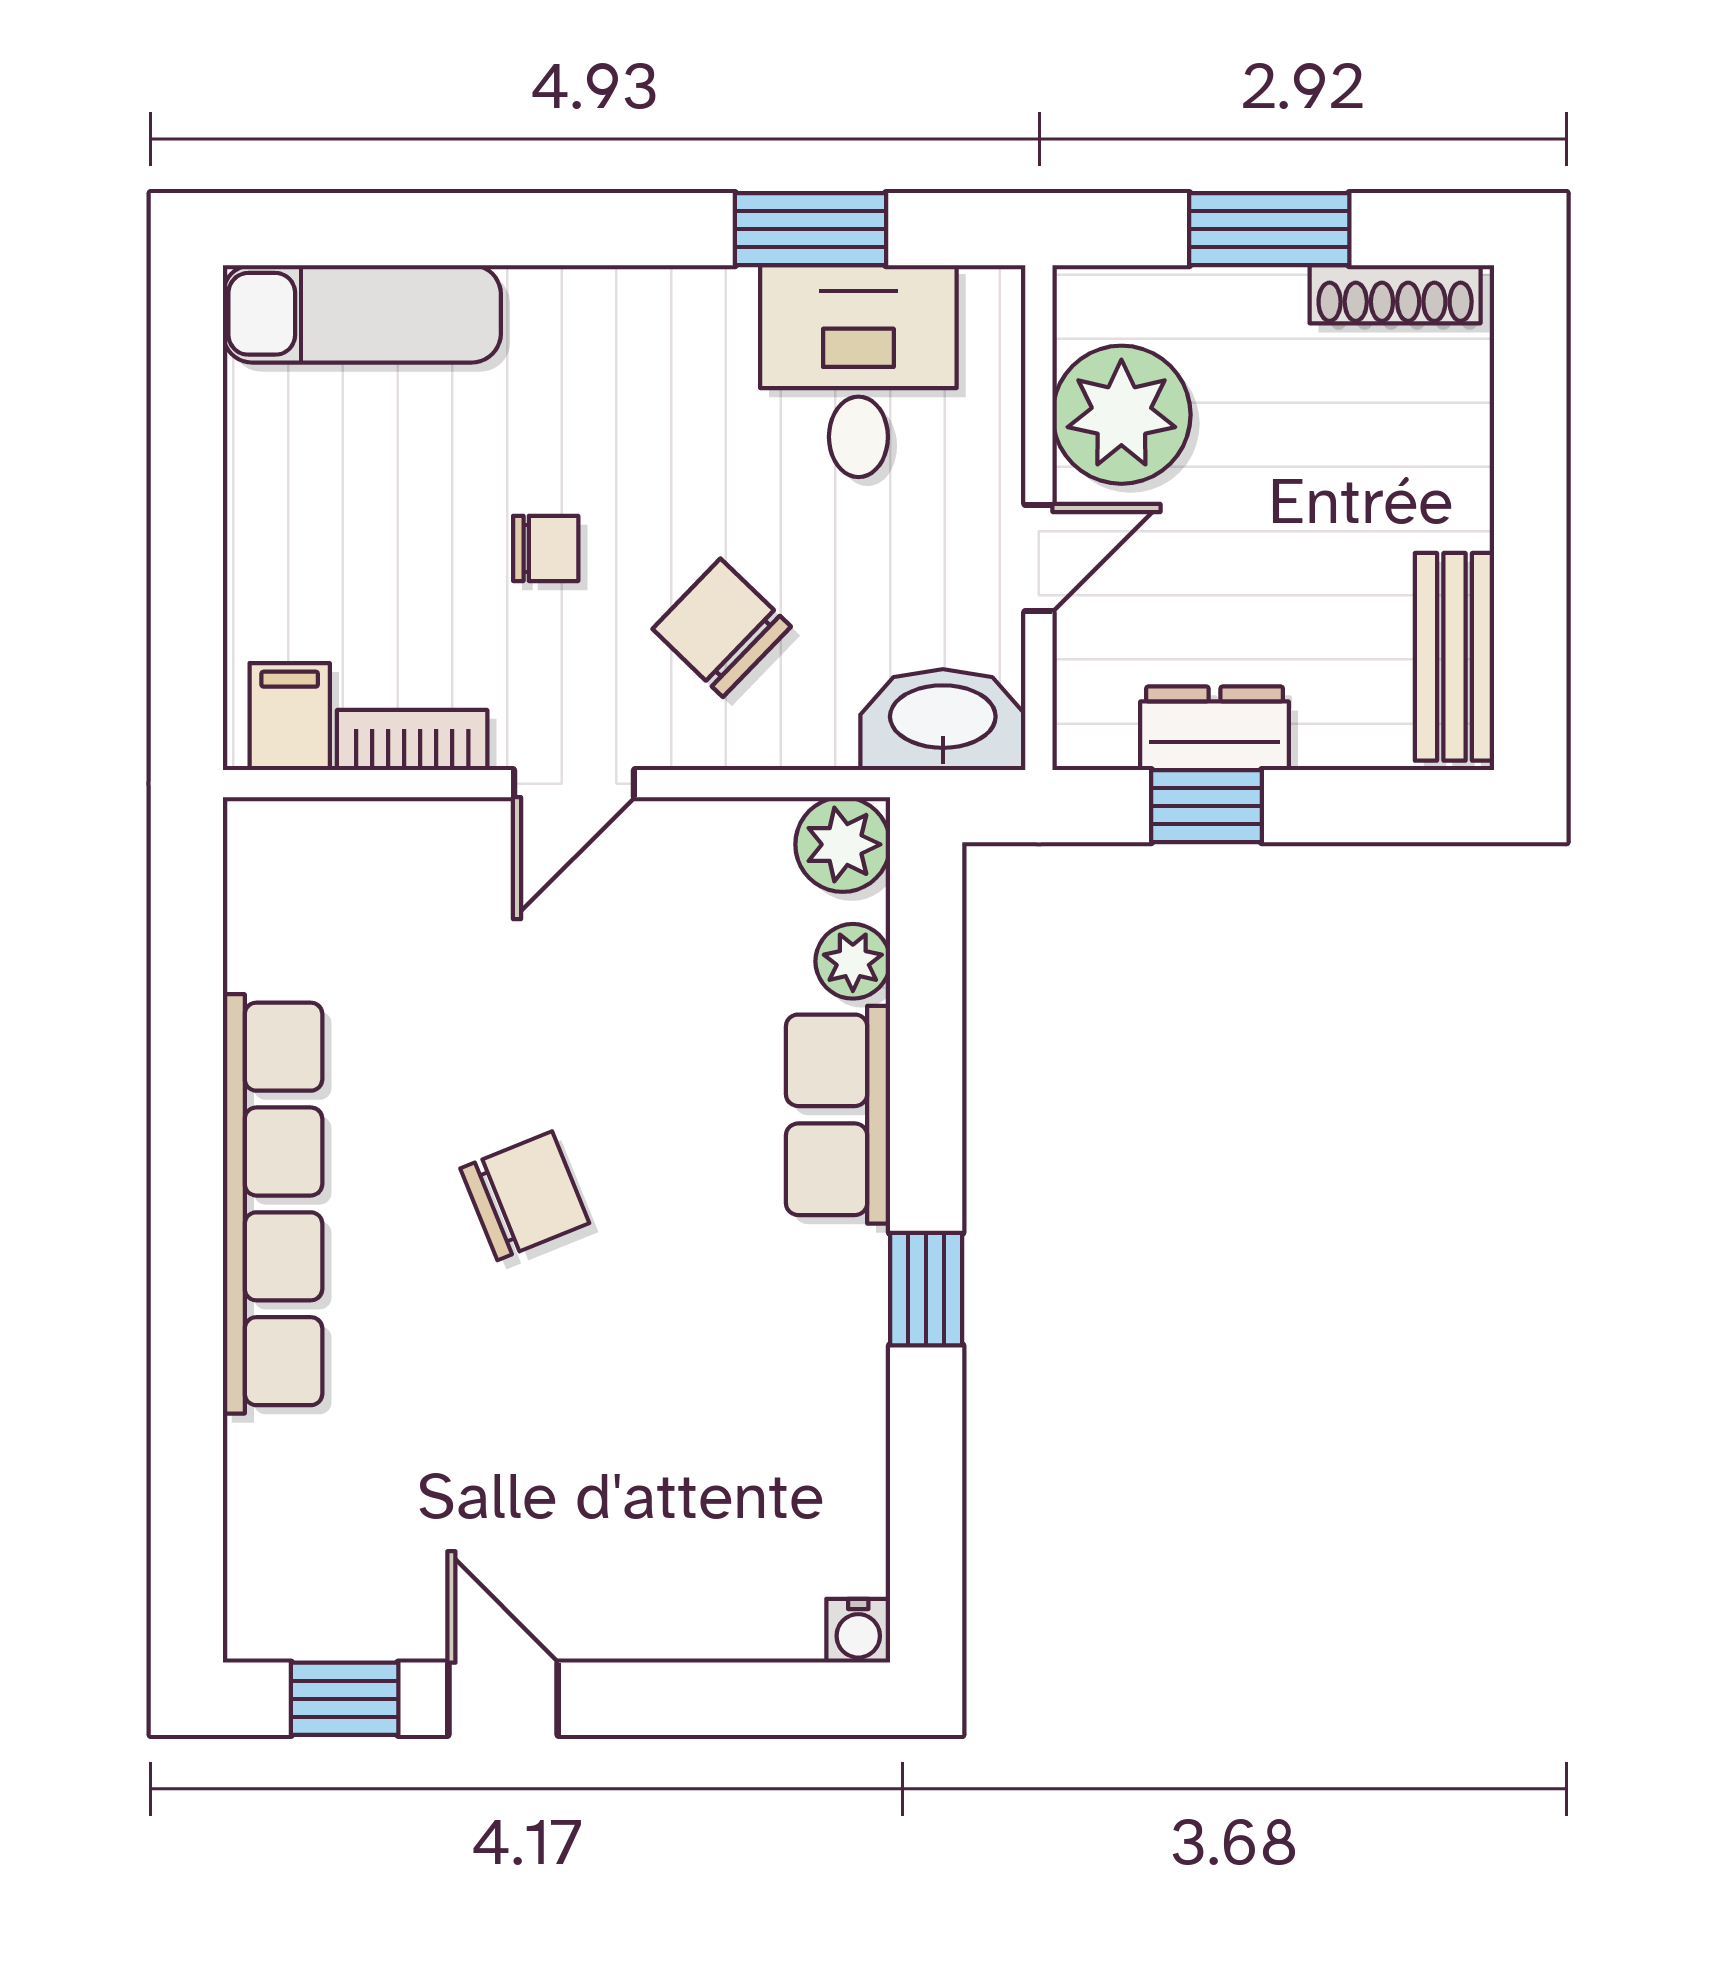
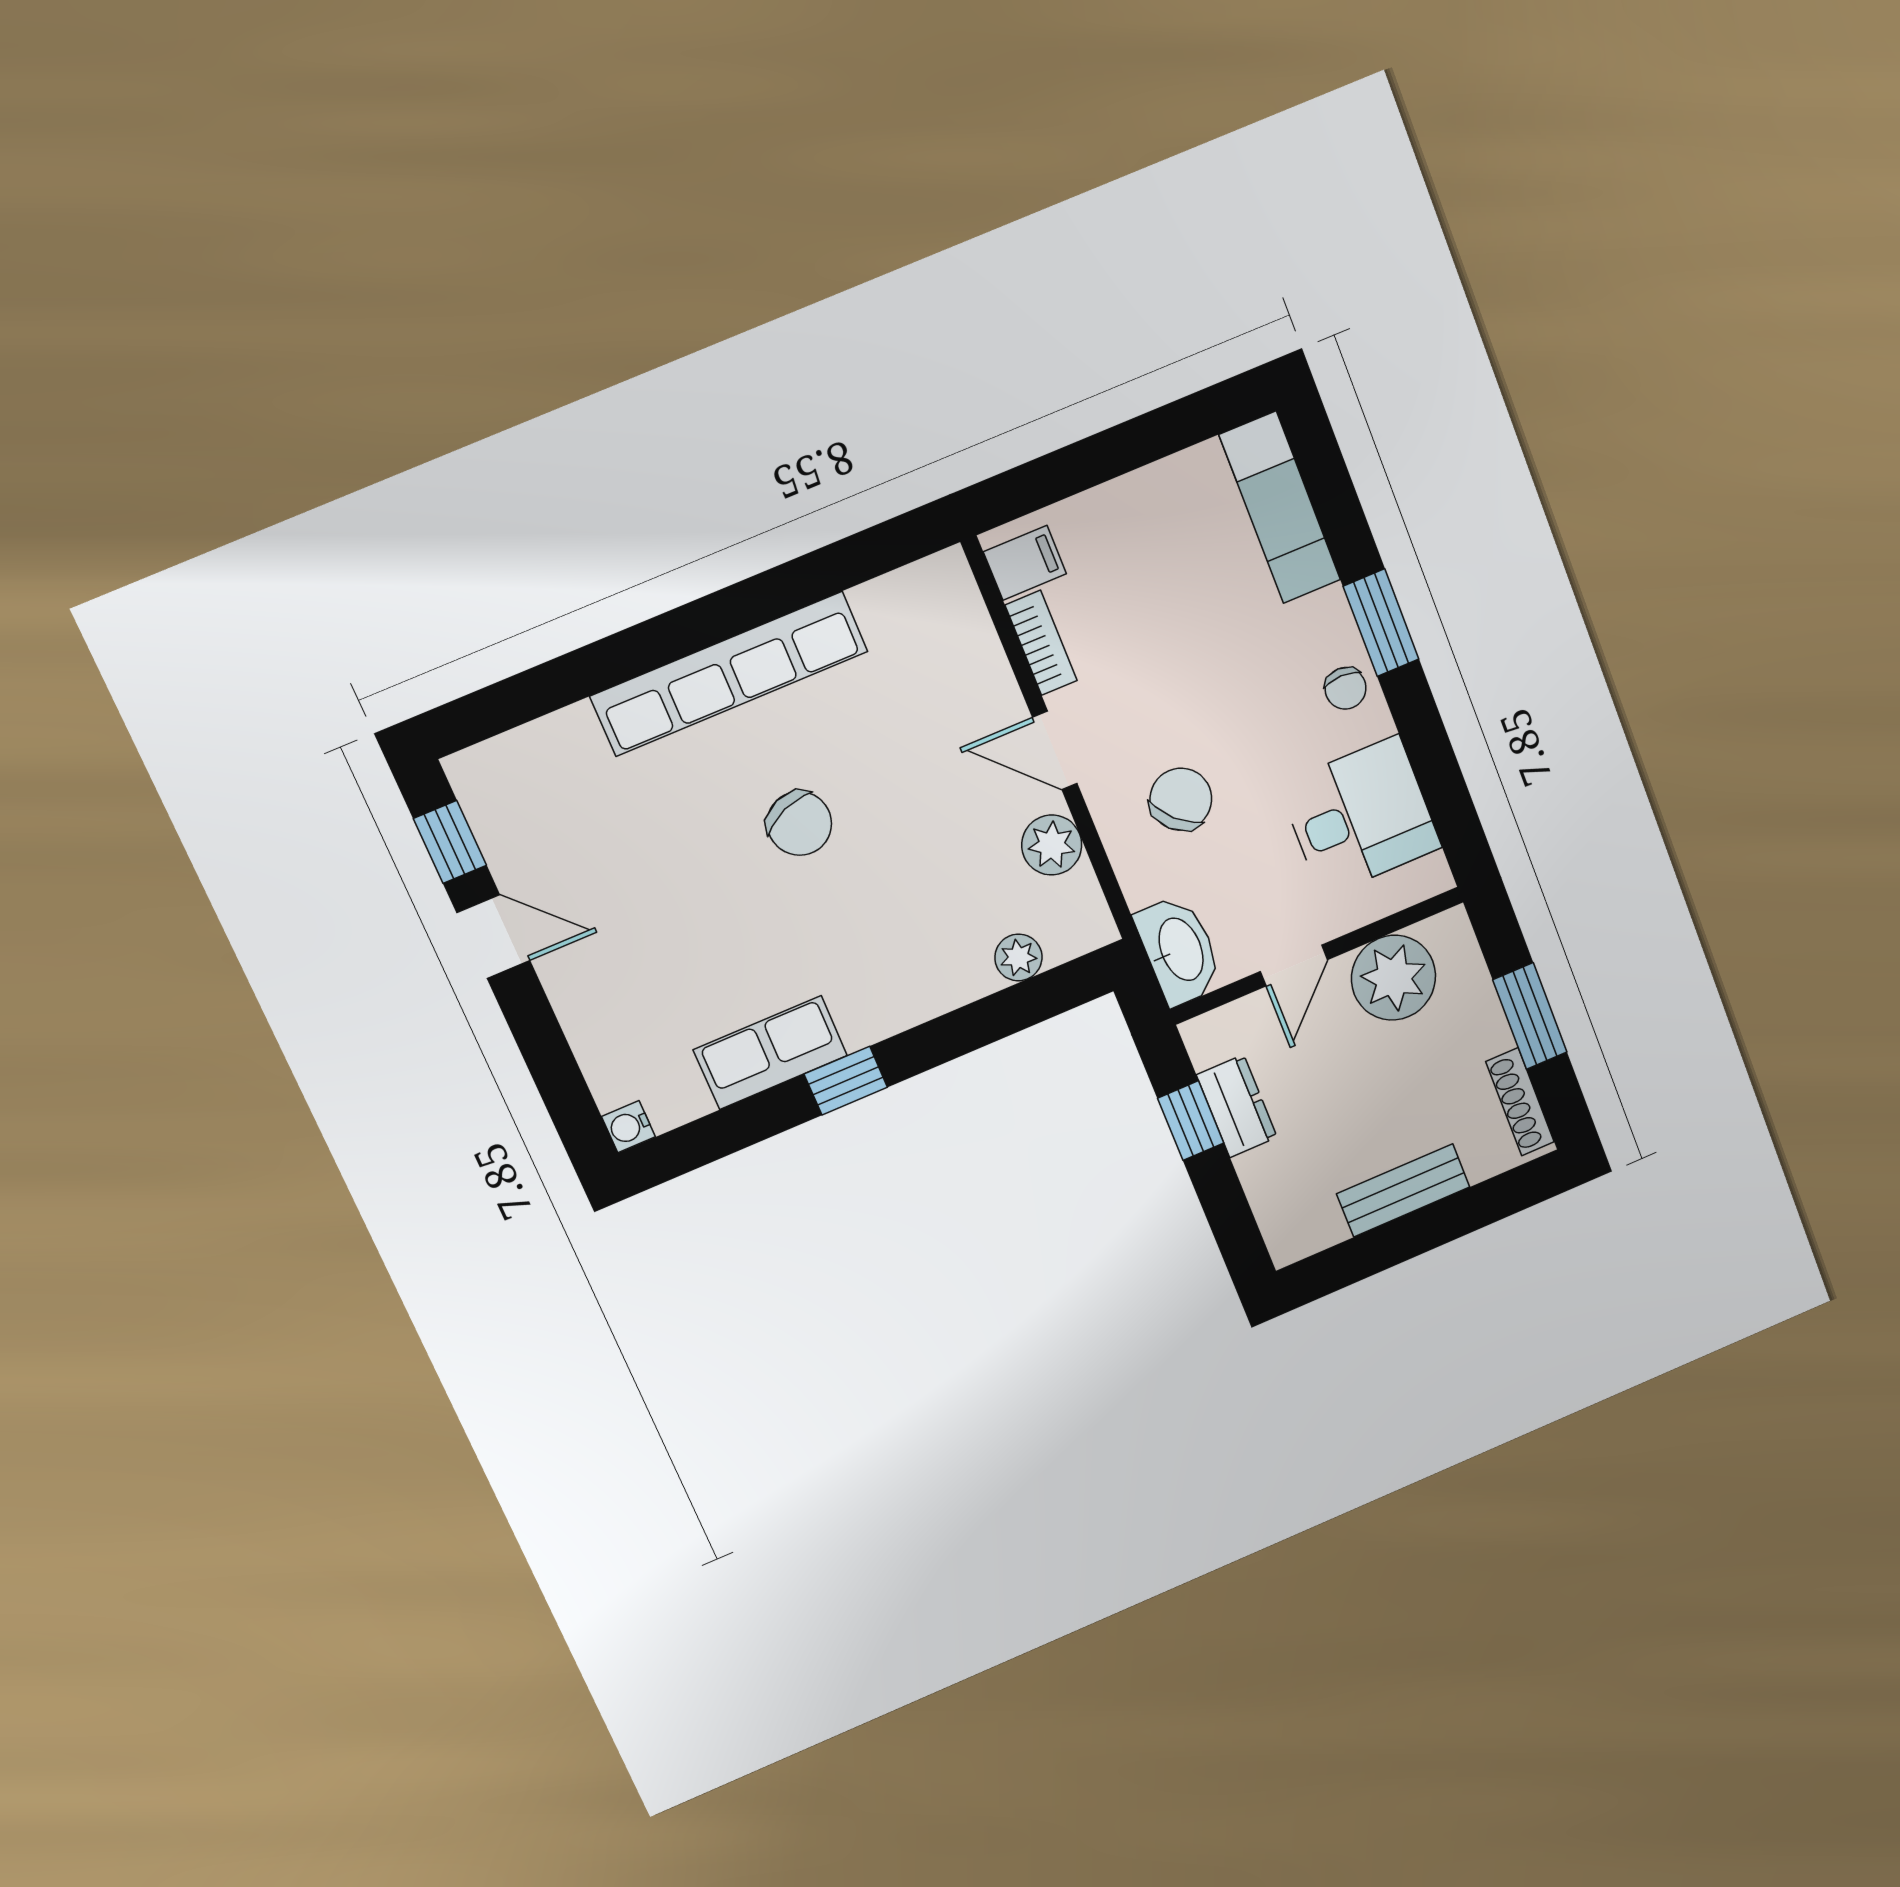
window: (810, 229) -> (1381, 623), moved
chair: (546, 548) -> (1346, 688), moved
door: (1039, 558) -> (1294, 966), hinge flipped
bench: (1455, 657) -> (1403, 1190), moved
plant: (843, 844) -> (1052, 845), moved
row of seats: (838, 1115) -> (770, 1053), moved
door: (503, 1699) -> (493, 937), hinge flipped

